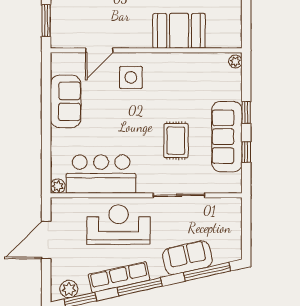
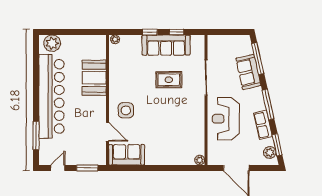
sofa: (66, 101) -> (127, 155), moved
bar counter: (101, 174) -> (191, 131), removed
row of seats: (119, 277) -> (263, 125), width x0.68

